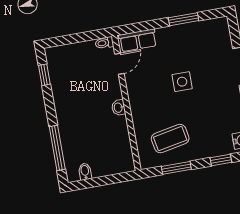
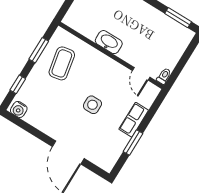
row of seats: (138, 40) -> (134, 120), moved
window: (44, 75) -> (178, 18), width x1.50
washbasin: (118, 108) -> (109, 42), width x1.91, depth x1.45

